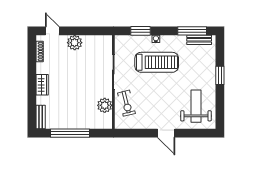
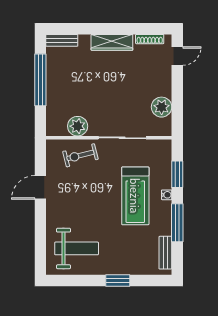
window: (192, 31) -> (177, 223), moved
plant: (75, 43) -> (162, 107), moved
wardrobe: (42, 85) -> (112, 42), width x1.50
door: (166, 133) -> (40, 187), moved

